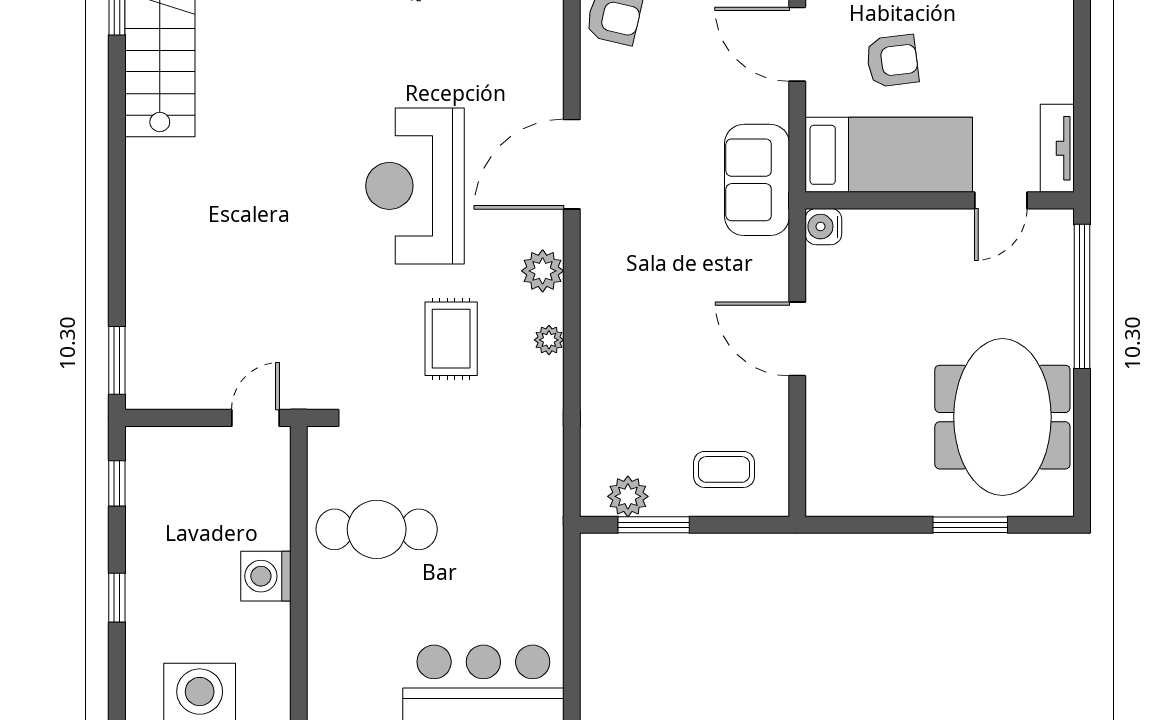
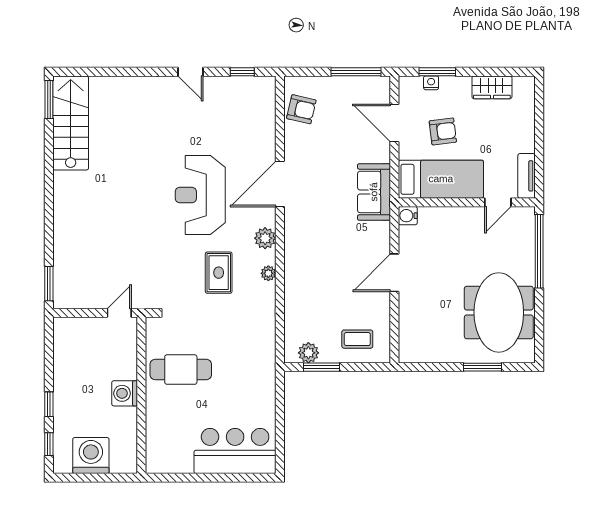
door: (797, 339) -> (394, 273), hinge flipped
window: (117, 483) -> (49, 444), moved

